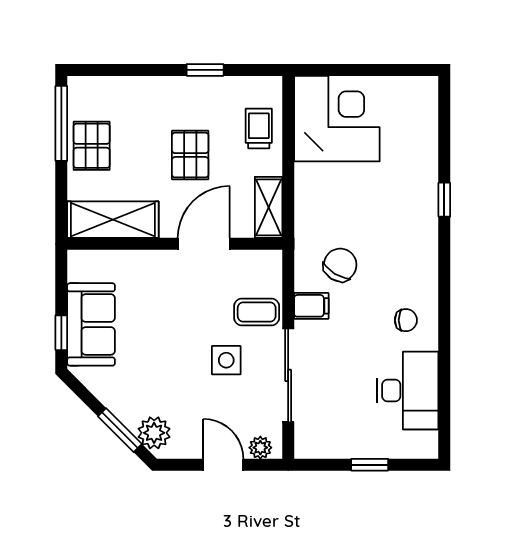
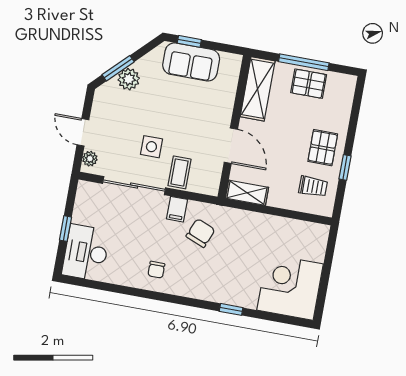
corner desk: (337, 119) -> (290, 287), moved, turned 180
window: (61, 123) -> (304, 62), moved
trolley: (259, 129) -> (313, 186), moved
pallet: (190, 155) -> (323, 148), moved, turned 90
chair: (340, 265) -> (201, 233), turned -100
desk: (408, 390) -> (86, 253), moved, turned 90
plant: (154, 433) -> (129, 79), moved
door: (223, 465) -> (83, 132), swing flipped

